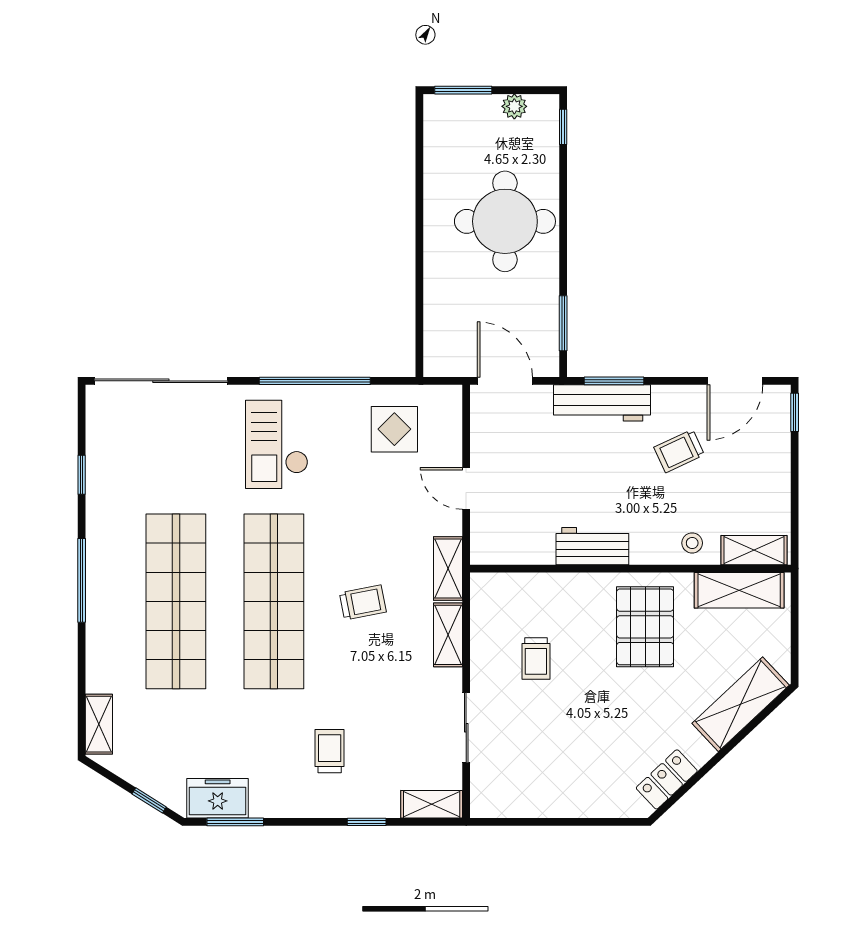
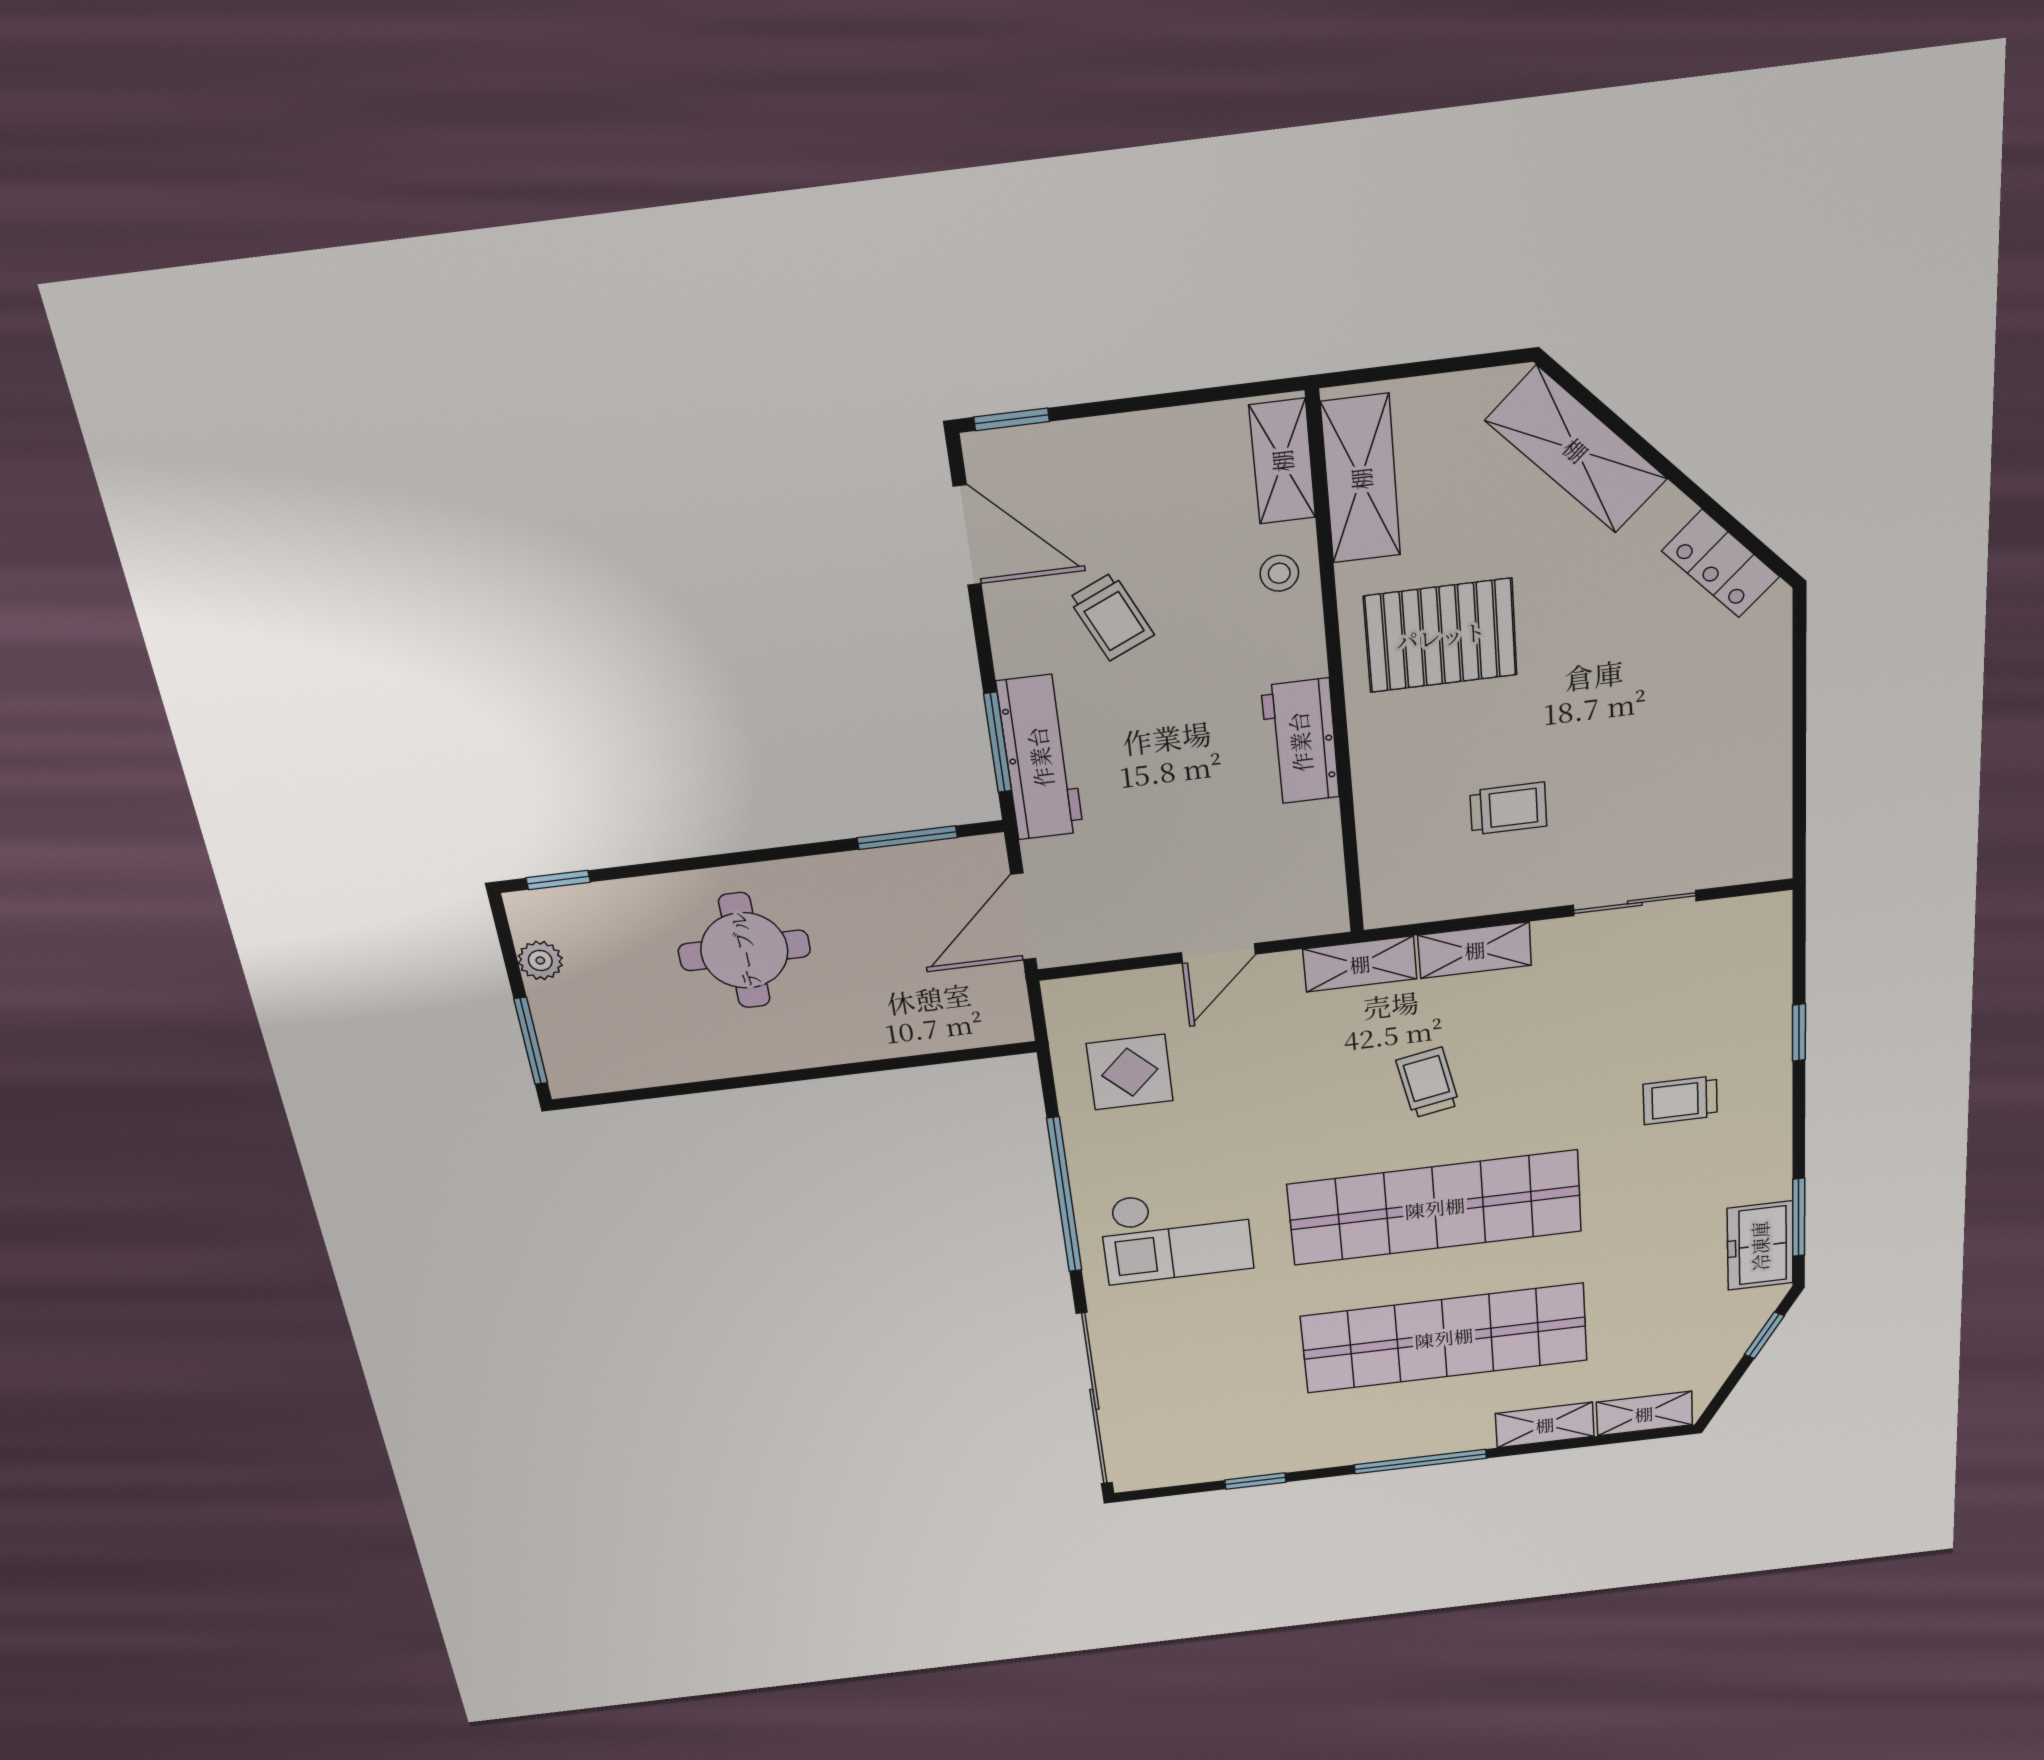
round table: (505, 221) -> (744, 950), width x0.73, depth x0.73
shelving: (432, 804) -> (1545, 1425), moved, turned 90

